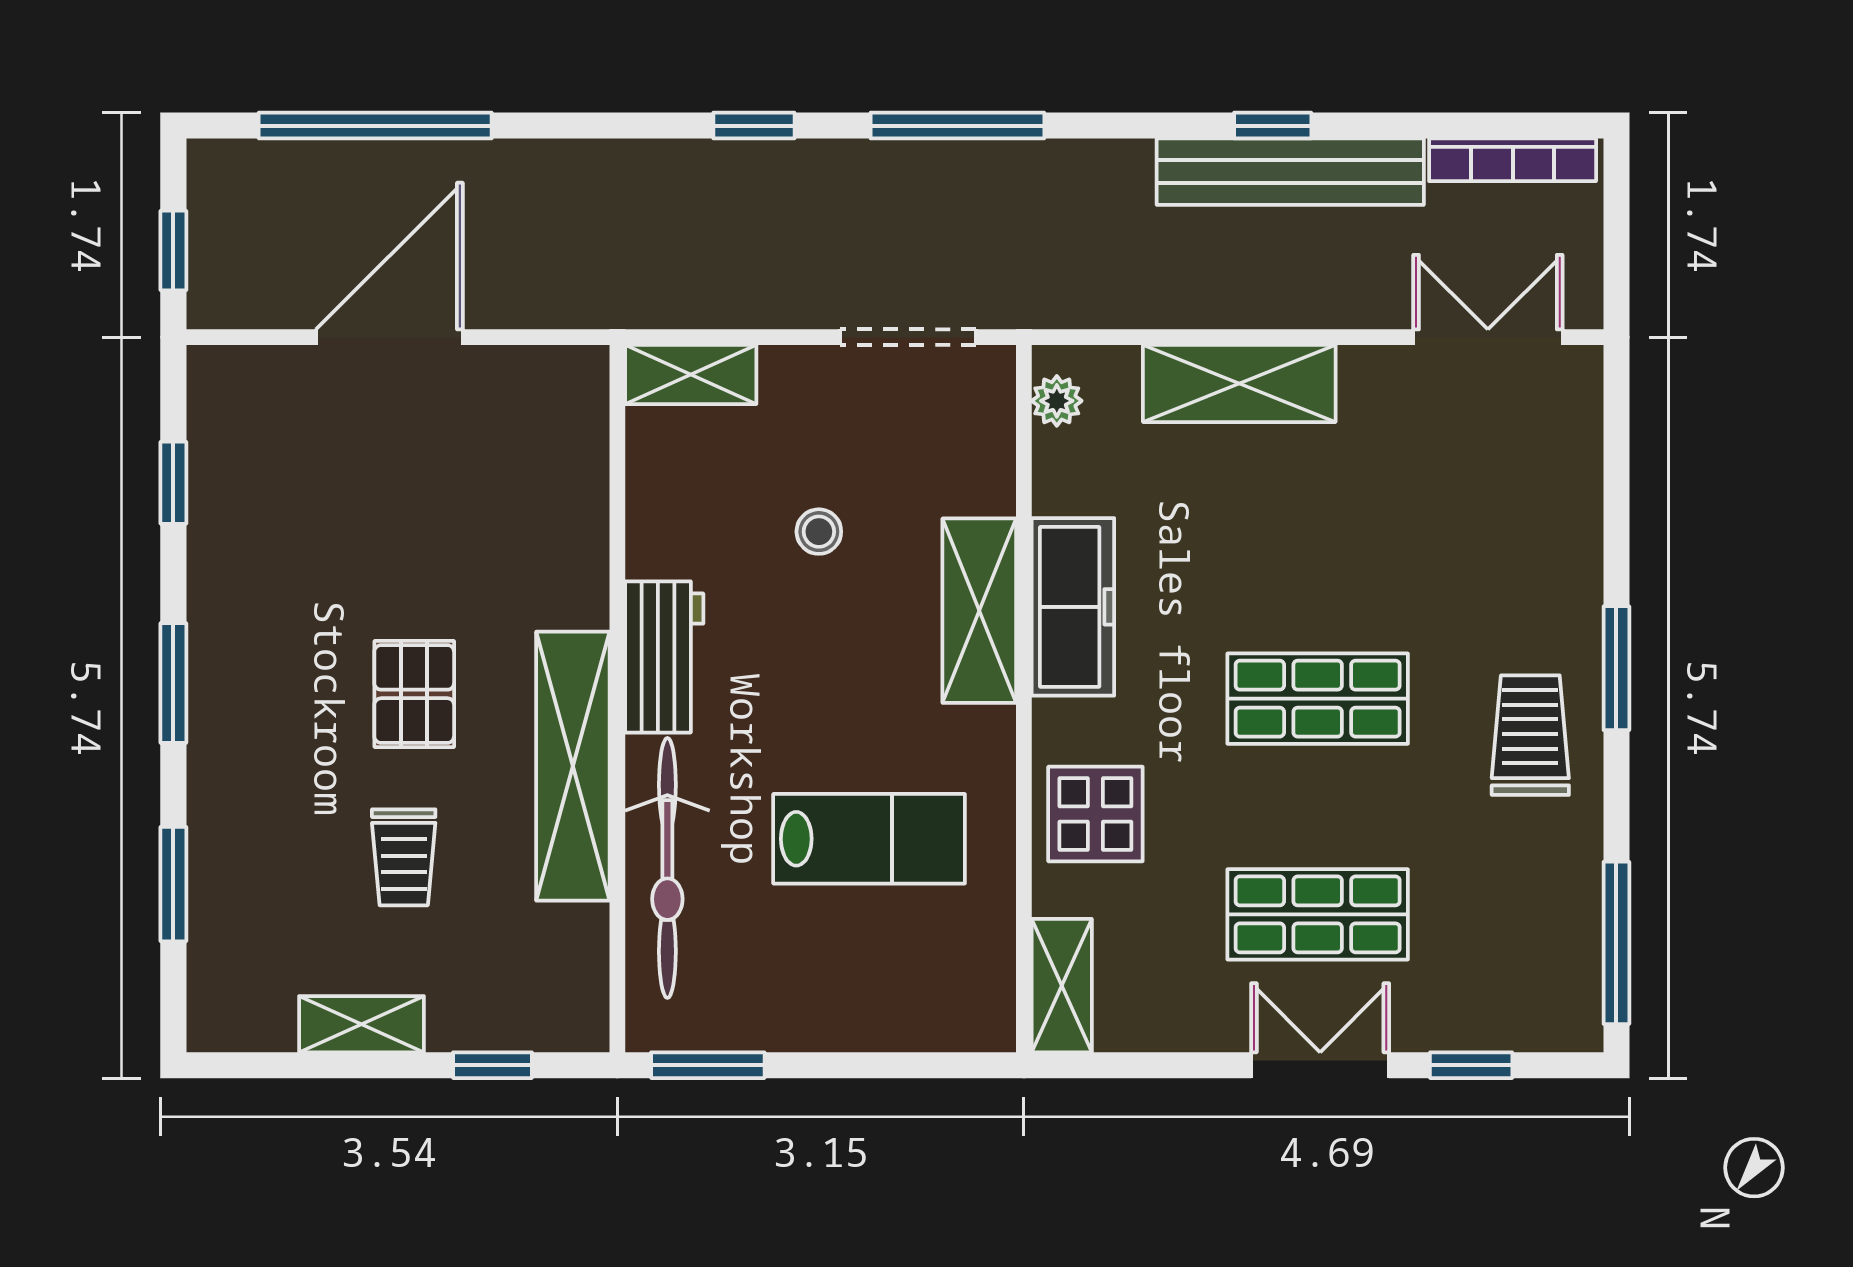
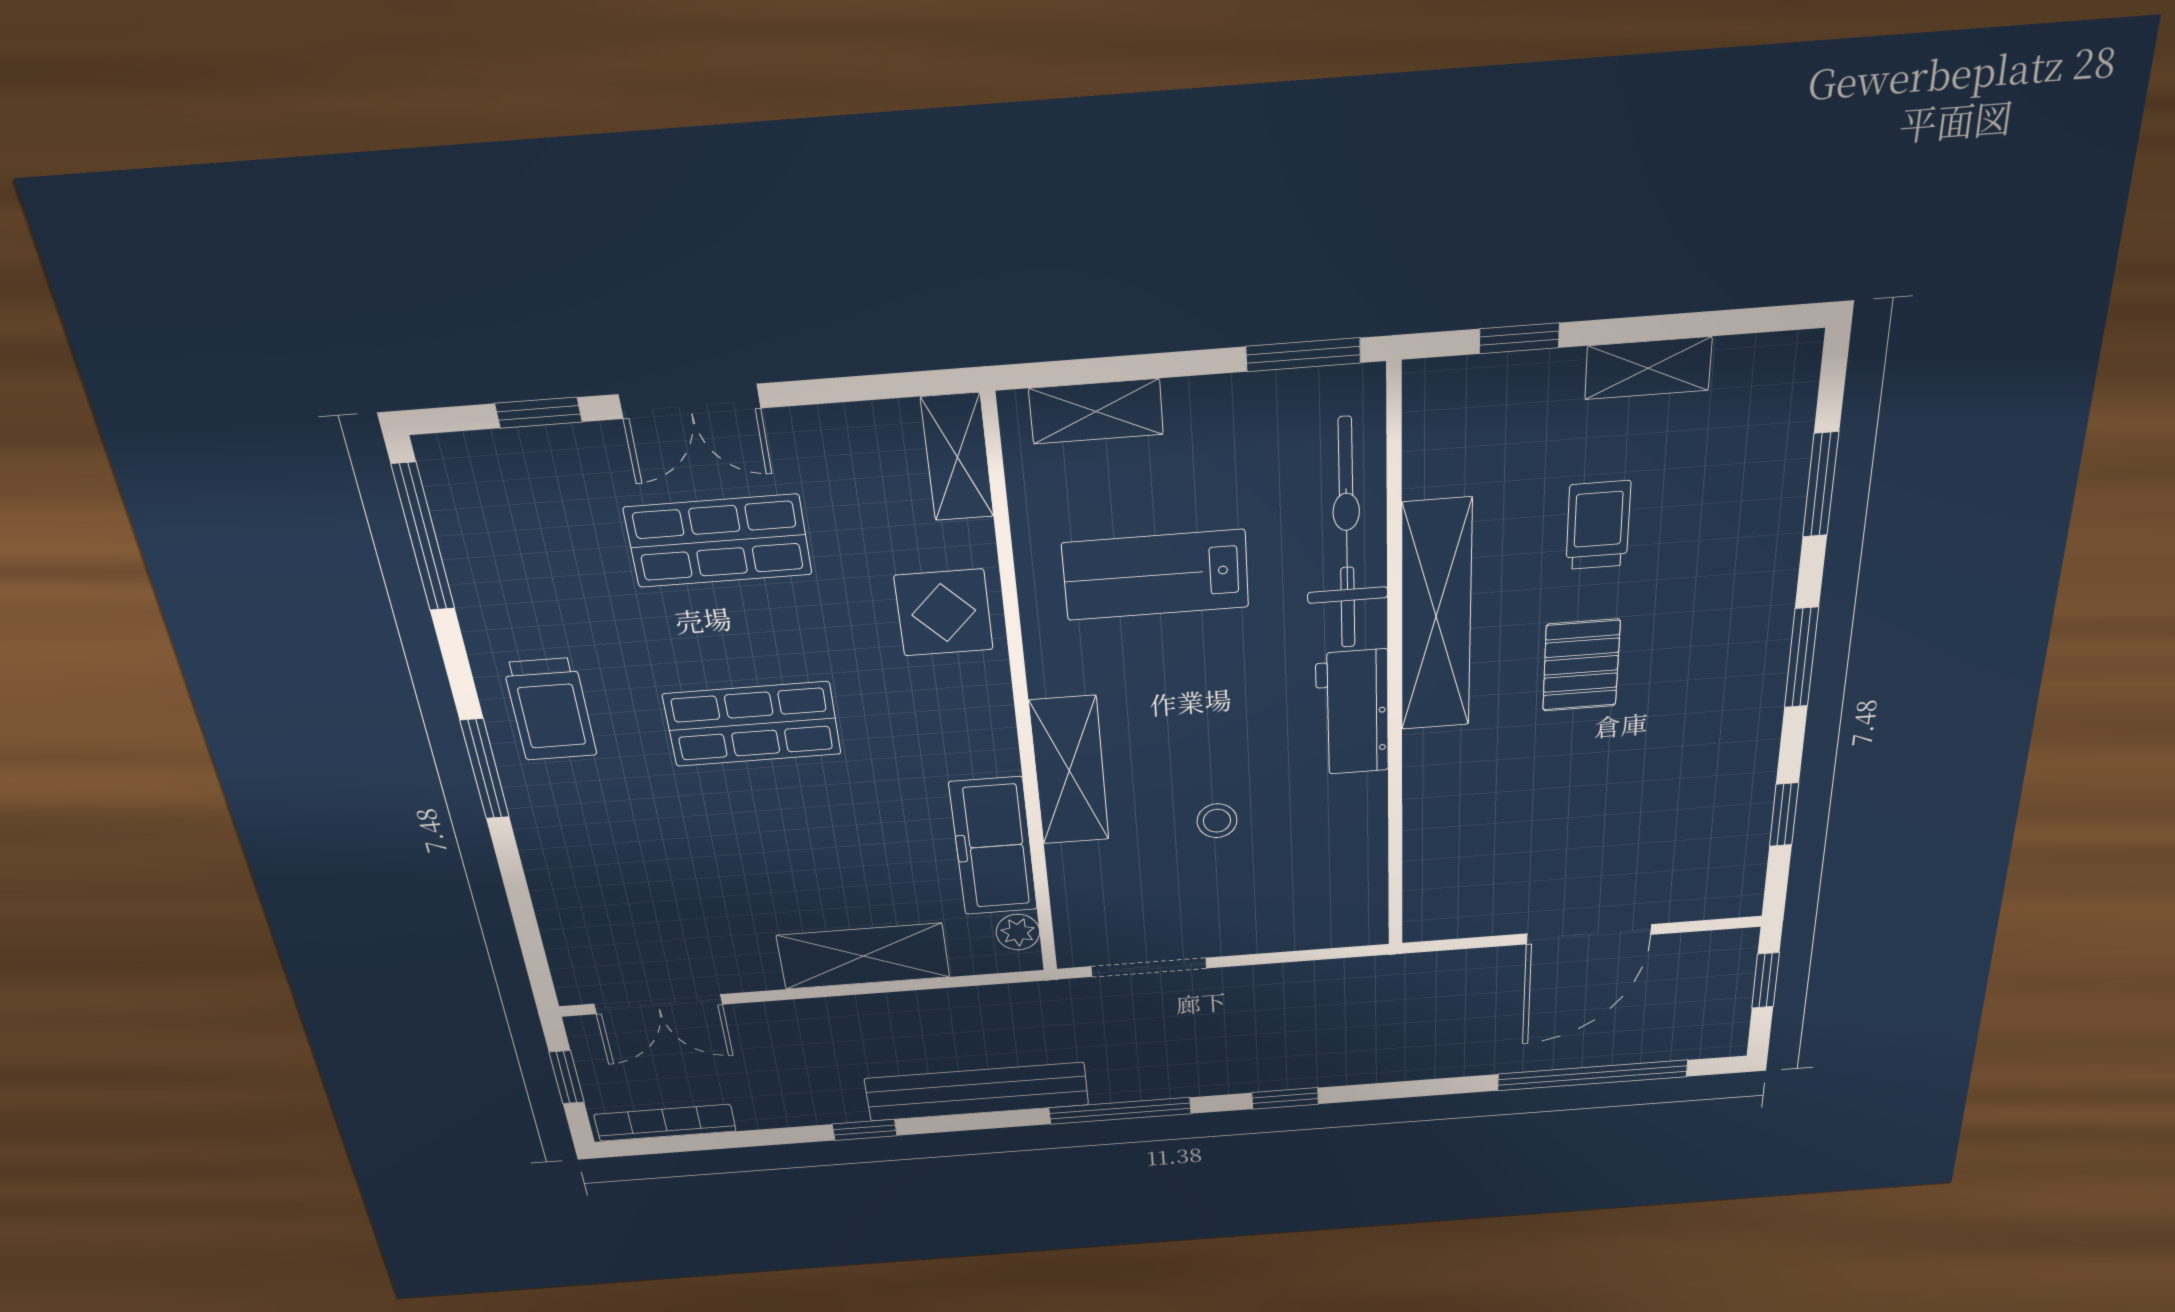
bench: (1290, 172) -> (977, 1092), moved
window: (1616, 240) -> (567, 1077), added
shelving: (691, 375) -> (1096, 411), moved
freezer: (1073, 607) -> (993, 846), moved

